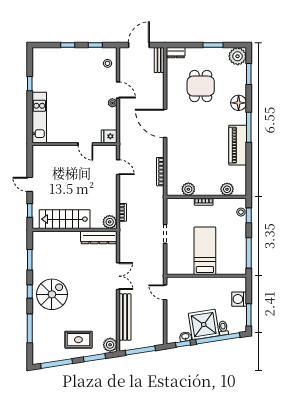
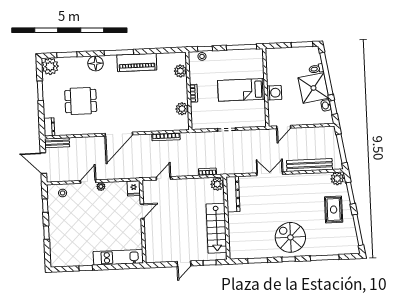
washing machine: (239, 299) -> (274, 93), moved, turned -90

